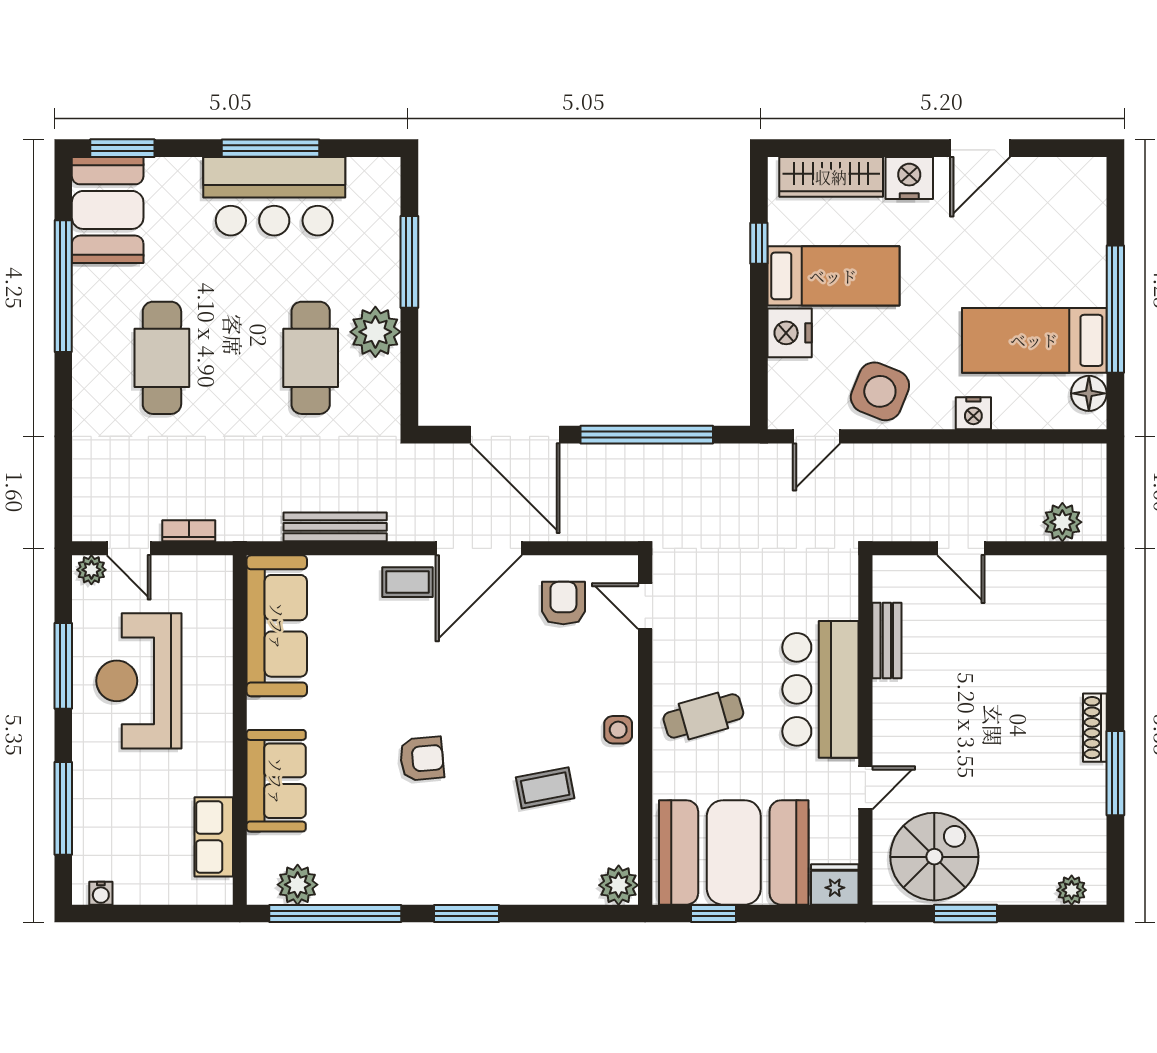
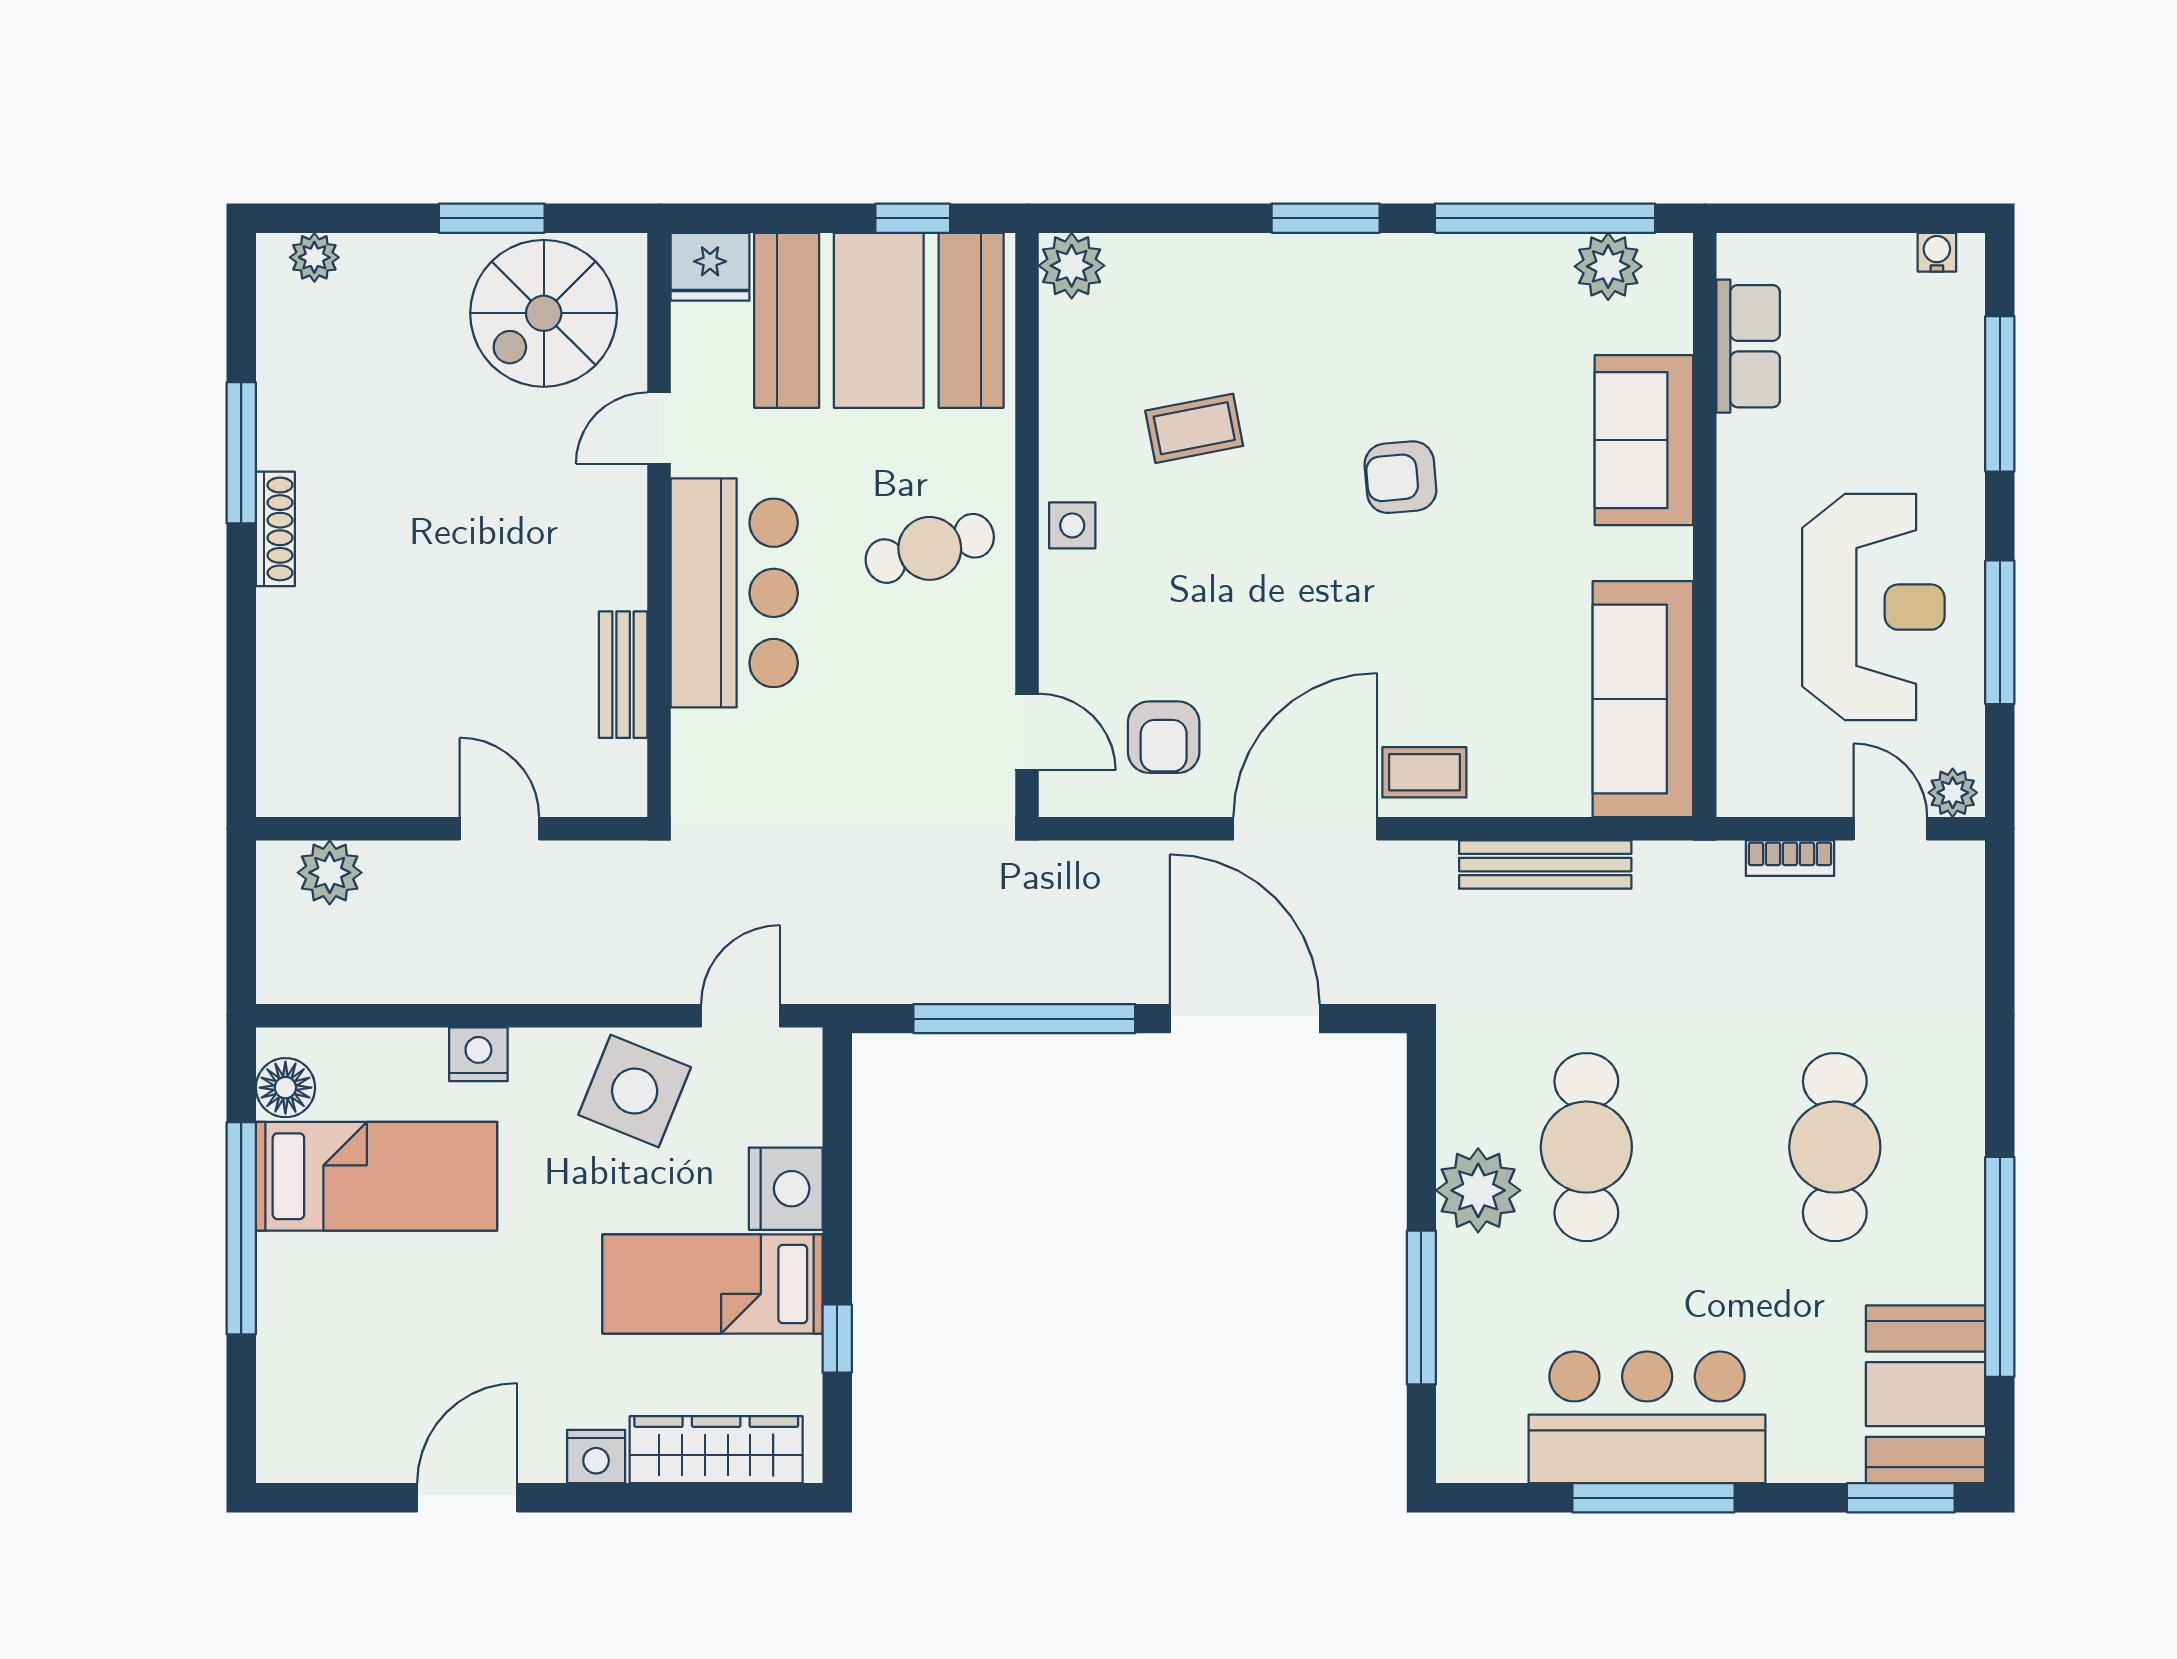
nightstand: (909, 178) -> (596, 1456), width x0.74, depth x0.75

